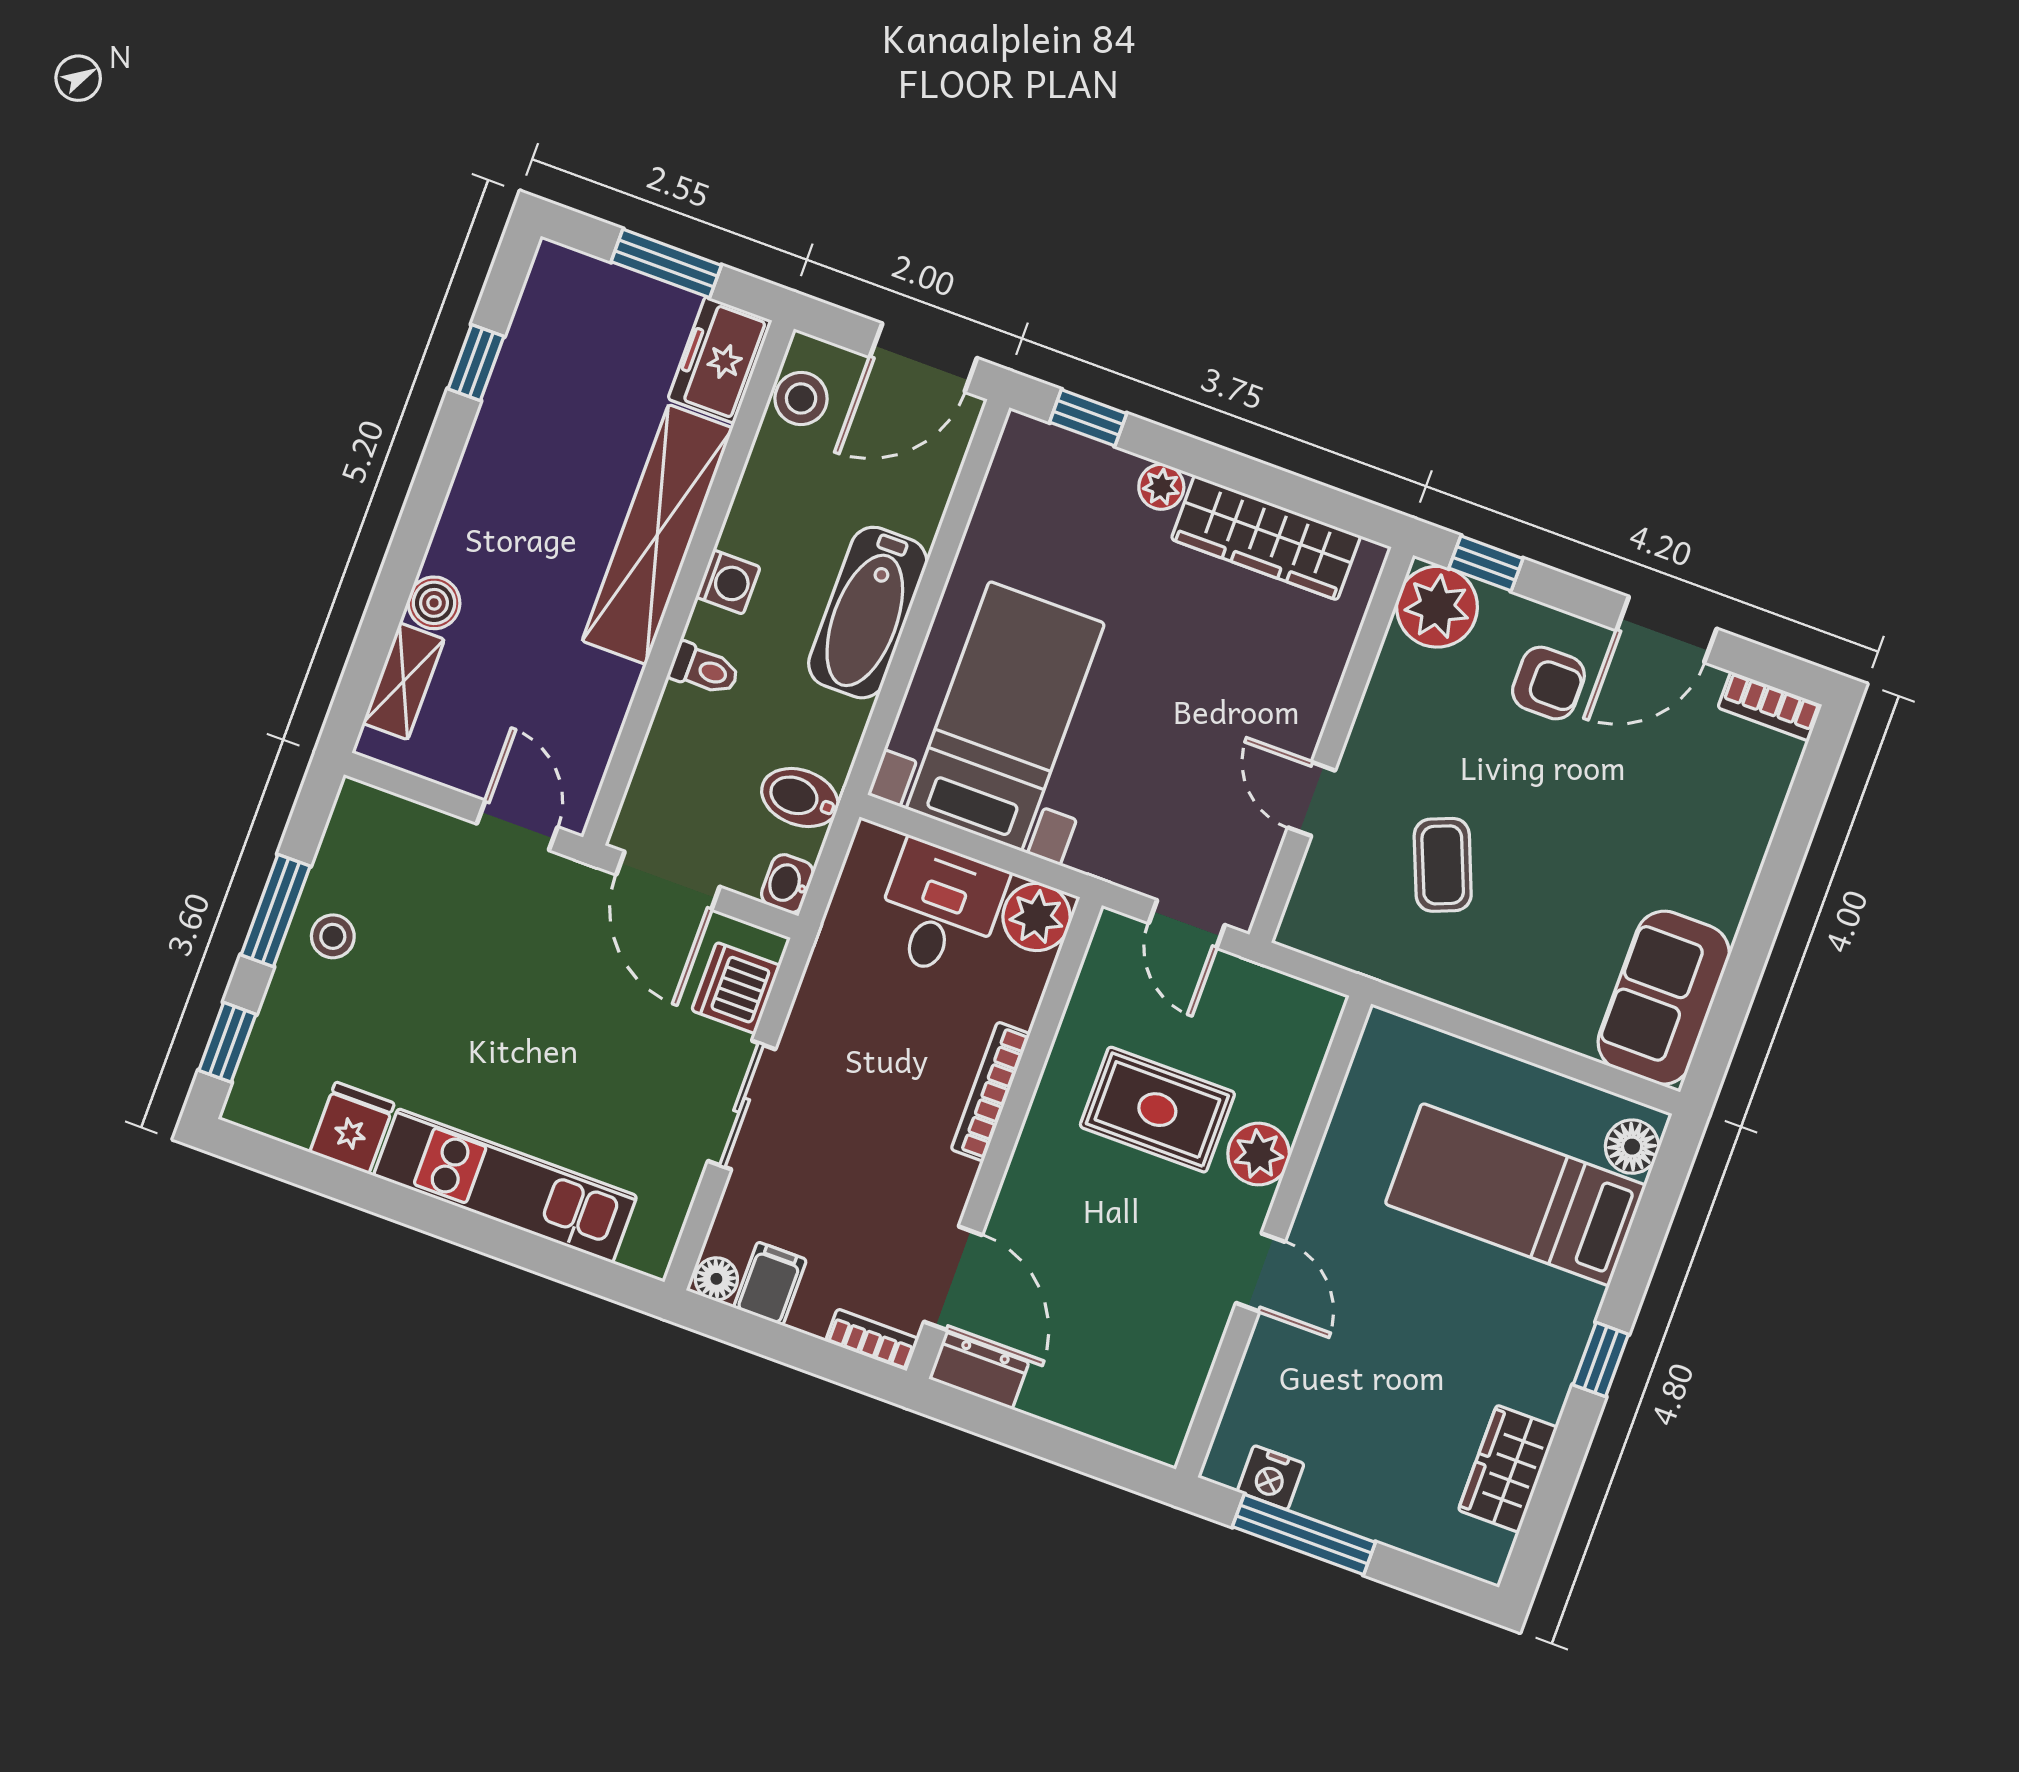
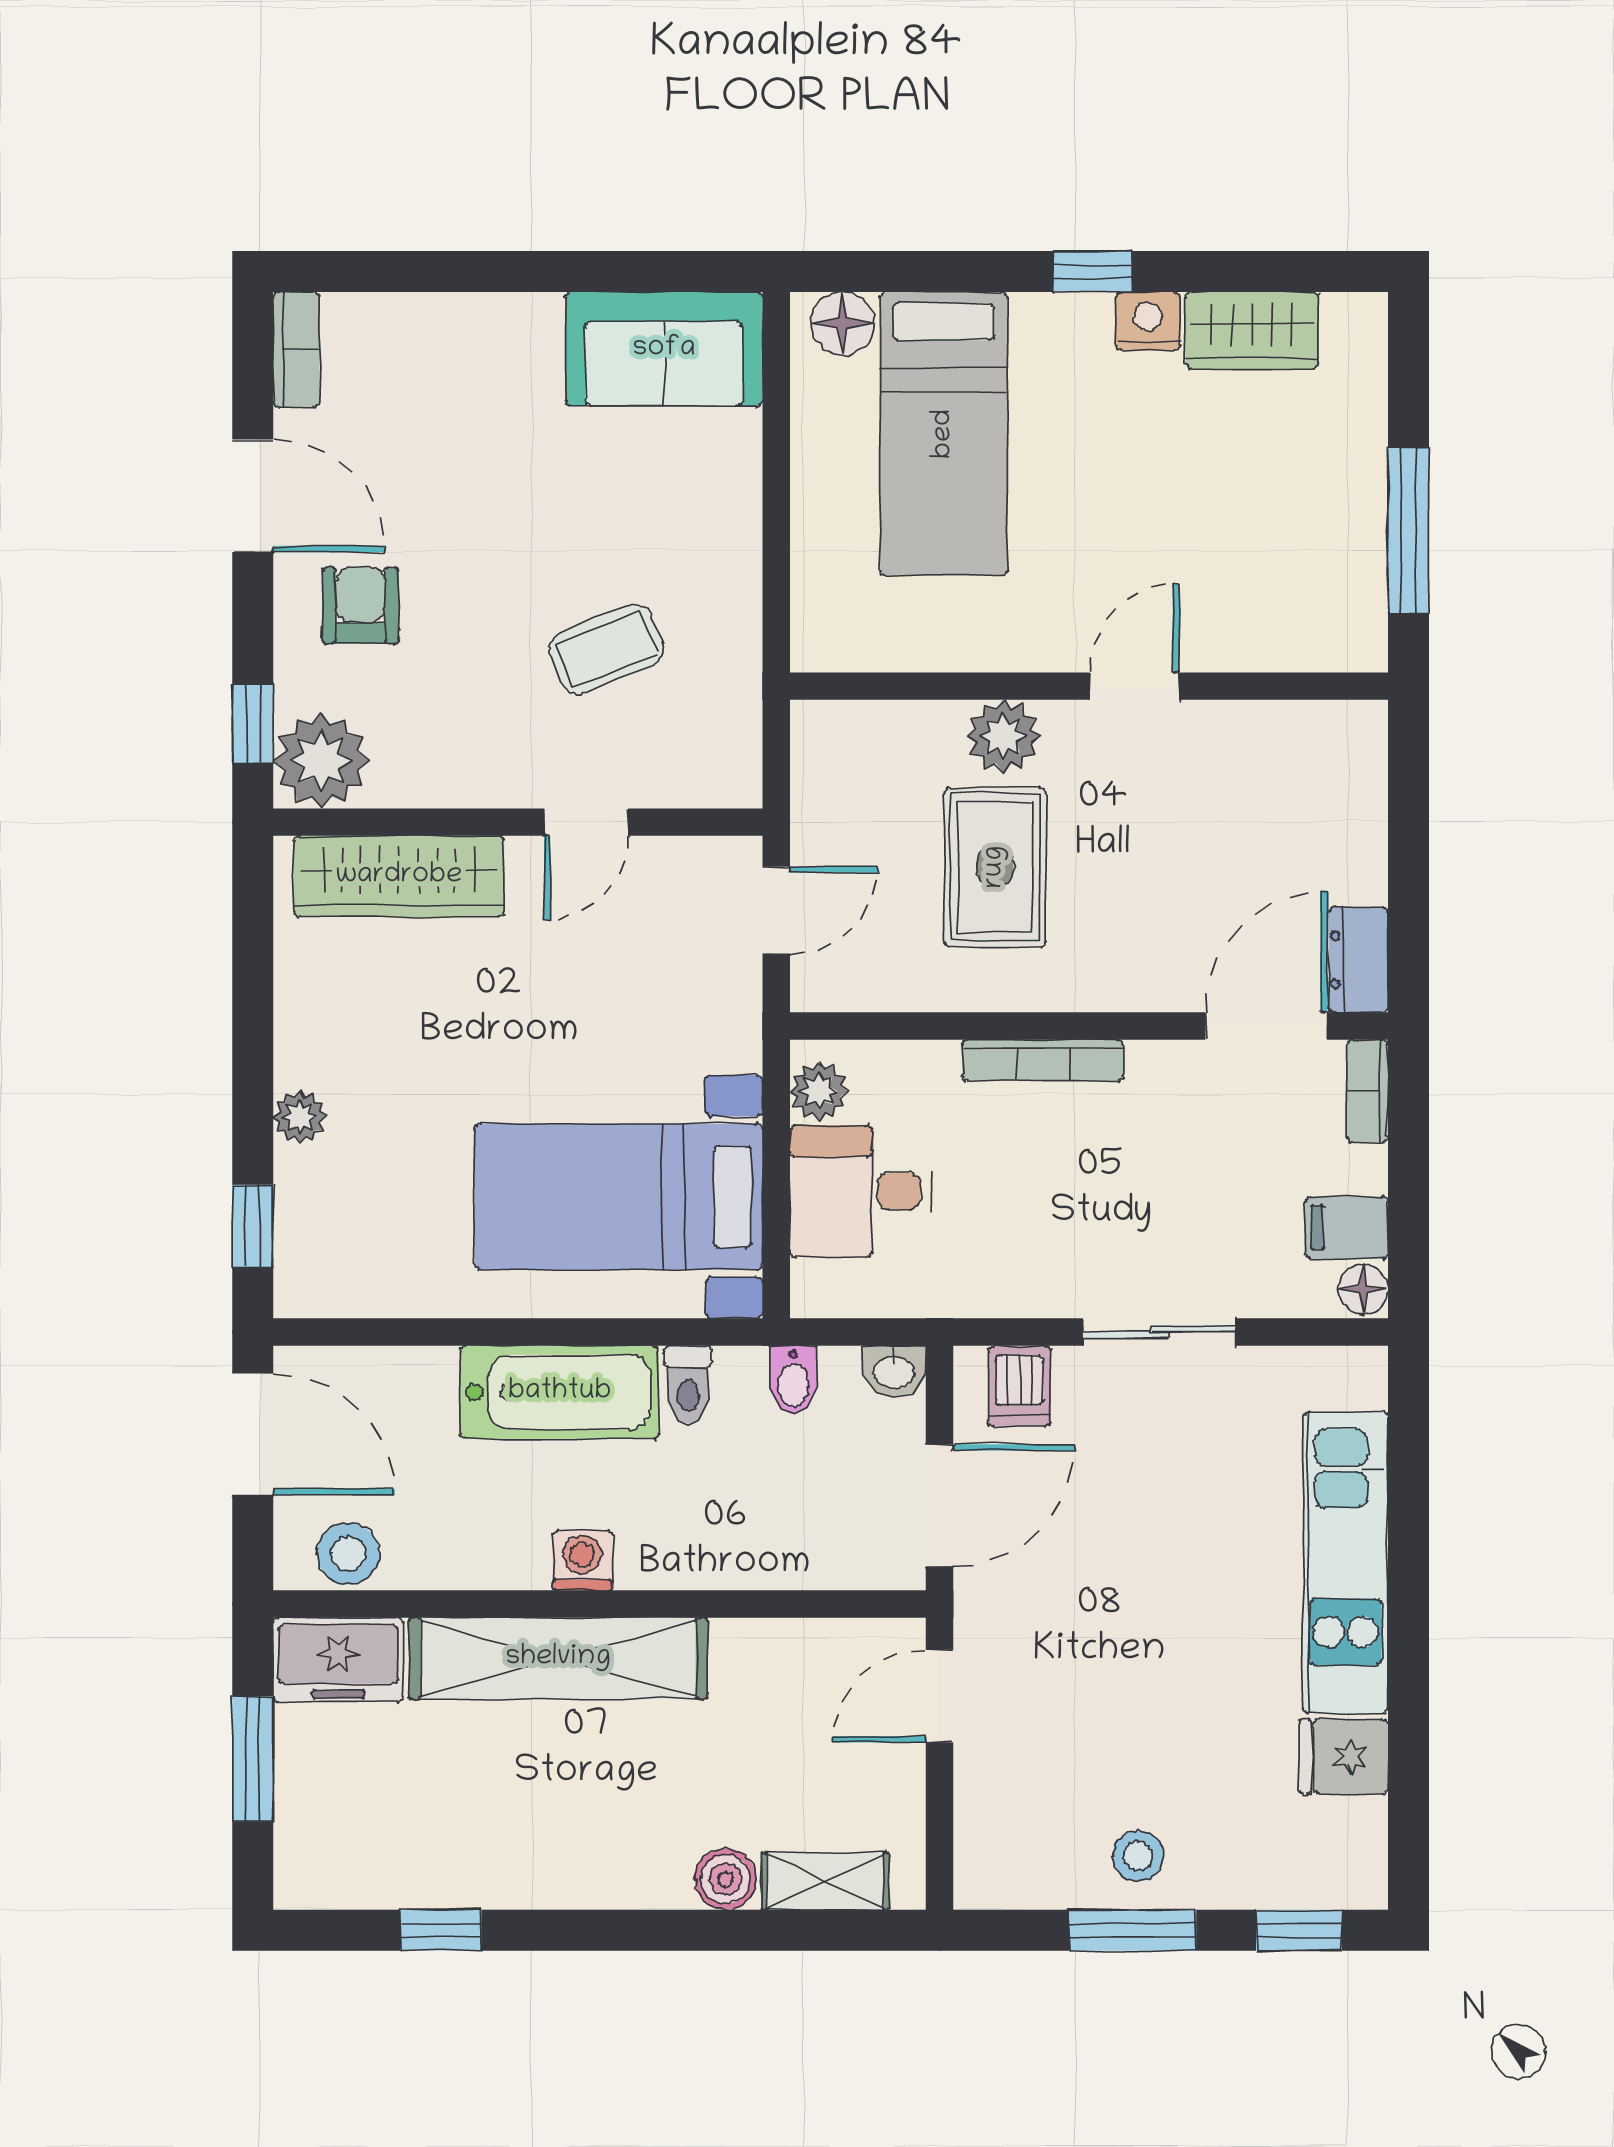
wardrobe: (1266, 538) -> (399, 876), moved, turned 90
toilet: (704, 669) -> (688, 1385), moved, turned 180
bidet: (800, 798) -> (793, 1380), width x0.72, depth x0.74
plant: (1037, 917) -> (819, 1091), width x0.73, depth x0.73
dishwasher: (736, 988) -> (1019, 1386), width x0.73
nightstand: (1271, 1478) -> (1148, 321), moved, turned -90

